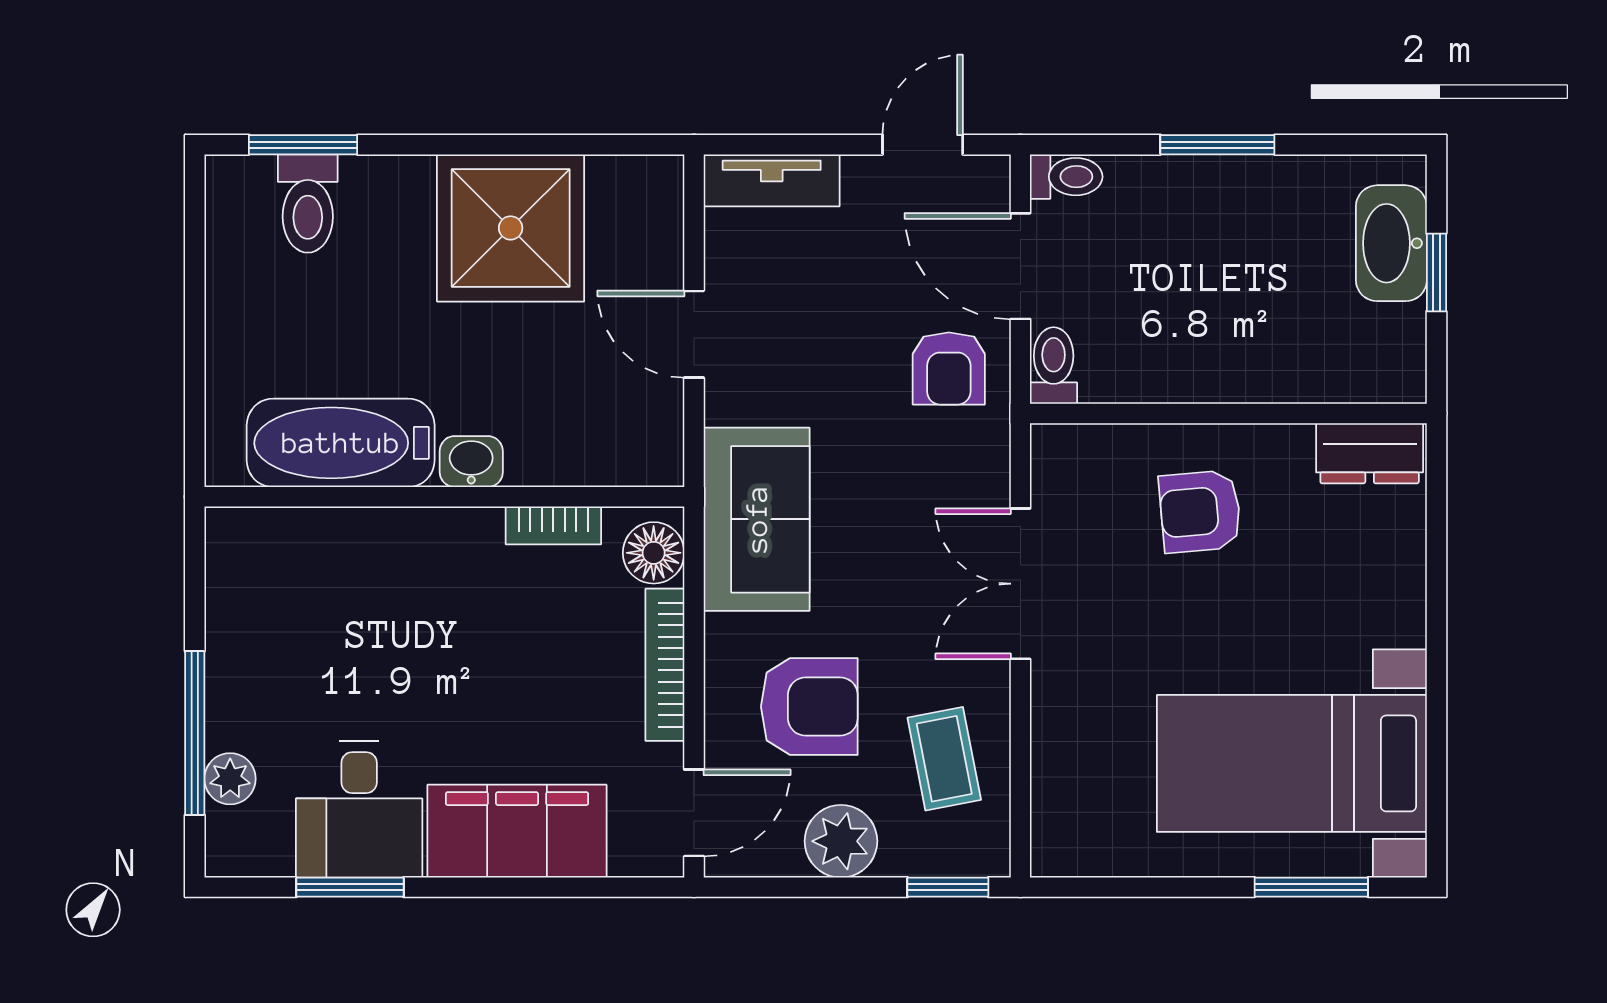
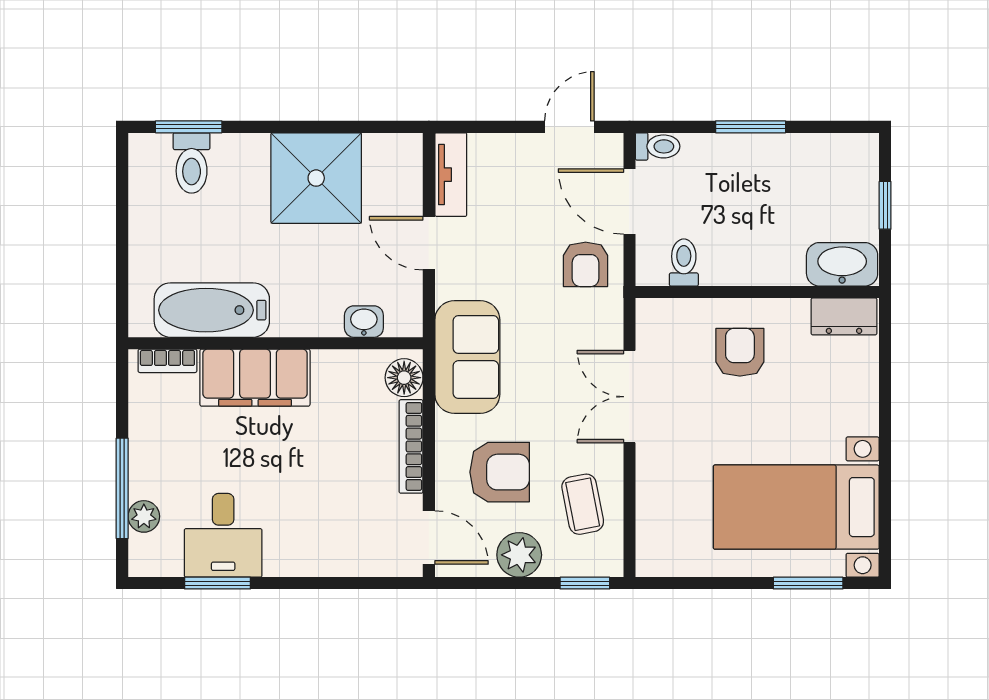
tv unit: (772, 180) -> (451, 175), moved, turned -90
washbasin: (1391, 243) -> (842, 264), moved, turned 90
toilet: (1054, 366) -> (684, 263), moved
washbasin: (471, 462) -> (364, 322), moved
armchair: (1200, 511) -> (740, 352), turned 95
bookcase: (553, 525) -> (167, 361), moved
door: (694, 813) -> (429, 537), hinge flipped
filing cabinet: (517, 831) -> (255, 378), moved, turned 180

